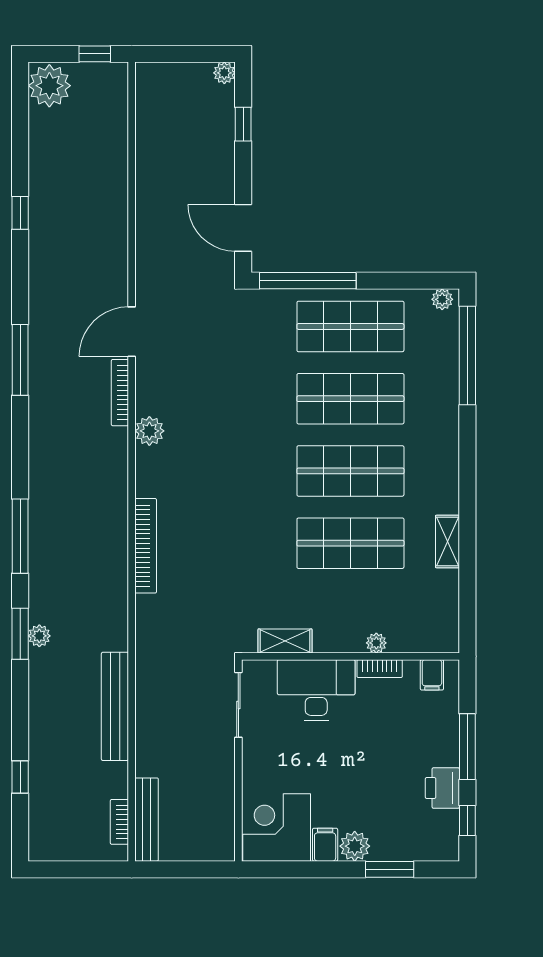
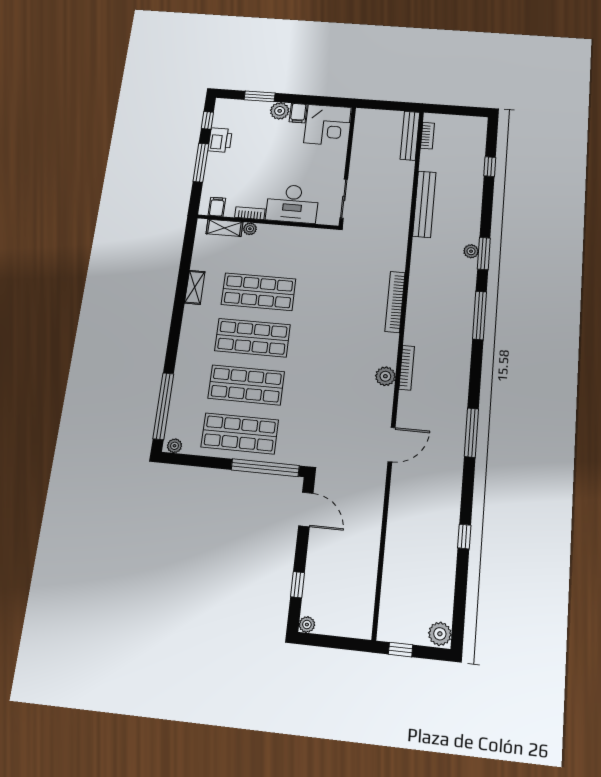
plant: (49, 86) -> (440, 634), width x0.73, depth x0.73
bookcase: (120, 393) -> (407, 368), moved
shelving: (285, 641) -> (224, 228), moved

